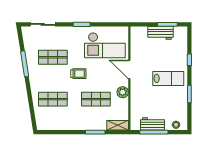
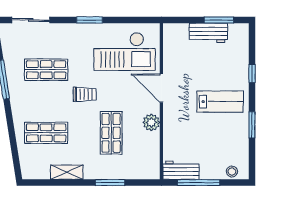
shop shelf: (96, 99) -> (111, 133), turned 90
workbench: (153, 124) -> (181, 170), moved
shelving: (118, 125) -> (67, 172), moved

